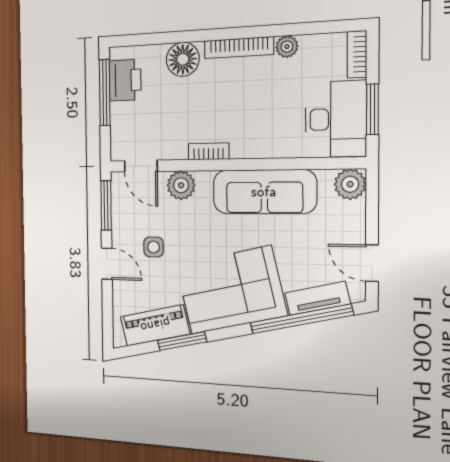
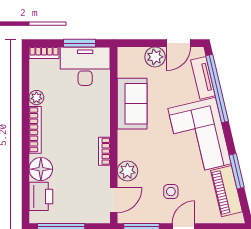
printer: (125, 80) -> (41, 196), moved, turned 90
plant: (350, 184) -> (155, 57), moved
sofa: (264, 192) -> (132, 104), width x0.73

